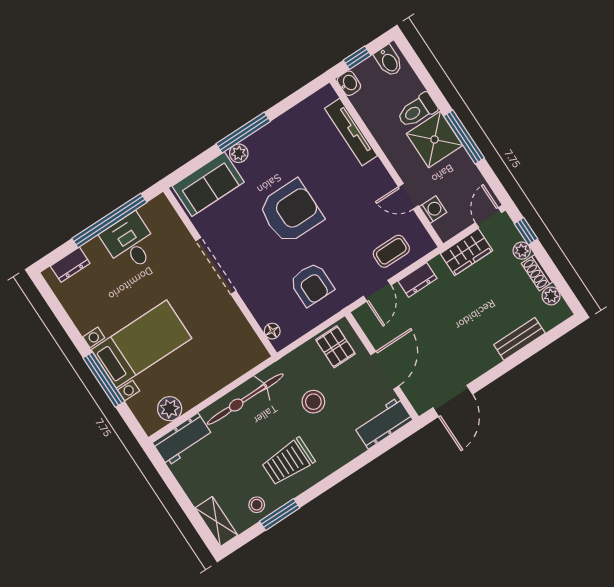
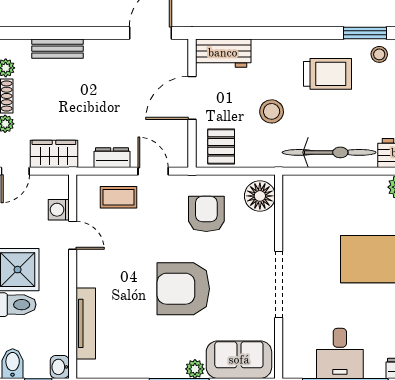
door: (377, 291) -> (153, 171), hinge flipped
floor lamp: (272, 331) -> (260, 196), width x1.89, depth x1.89

